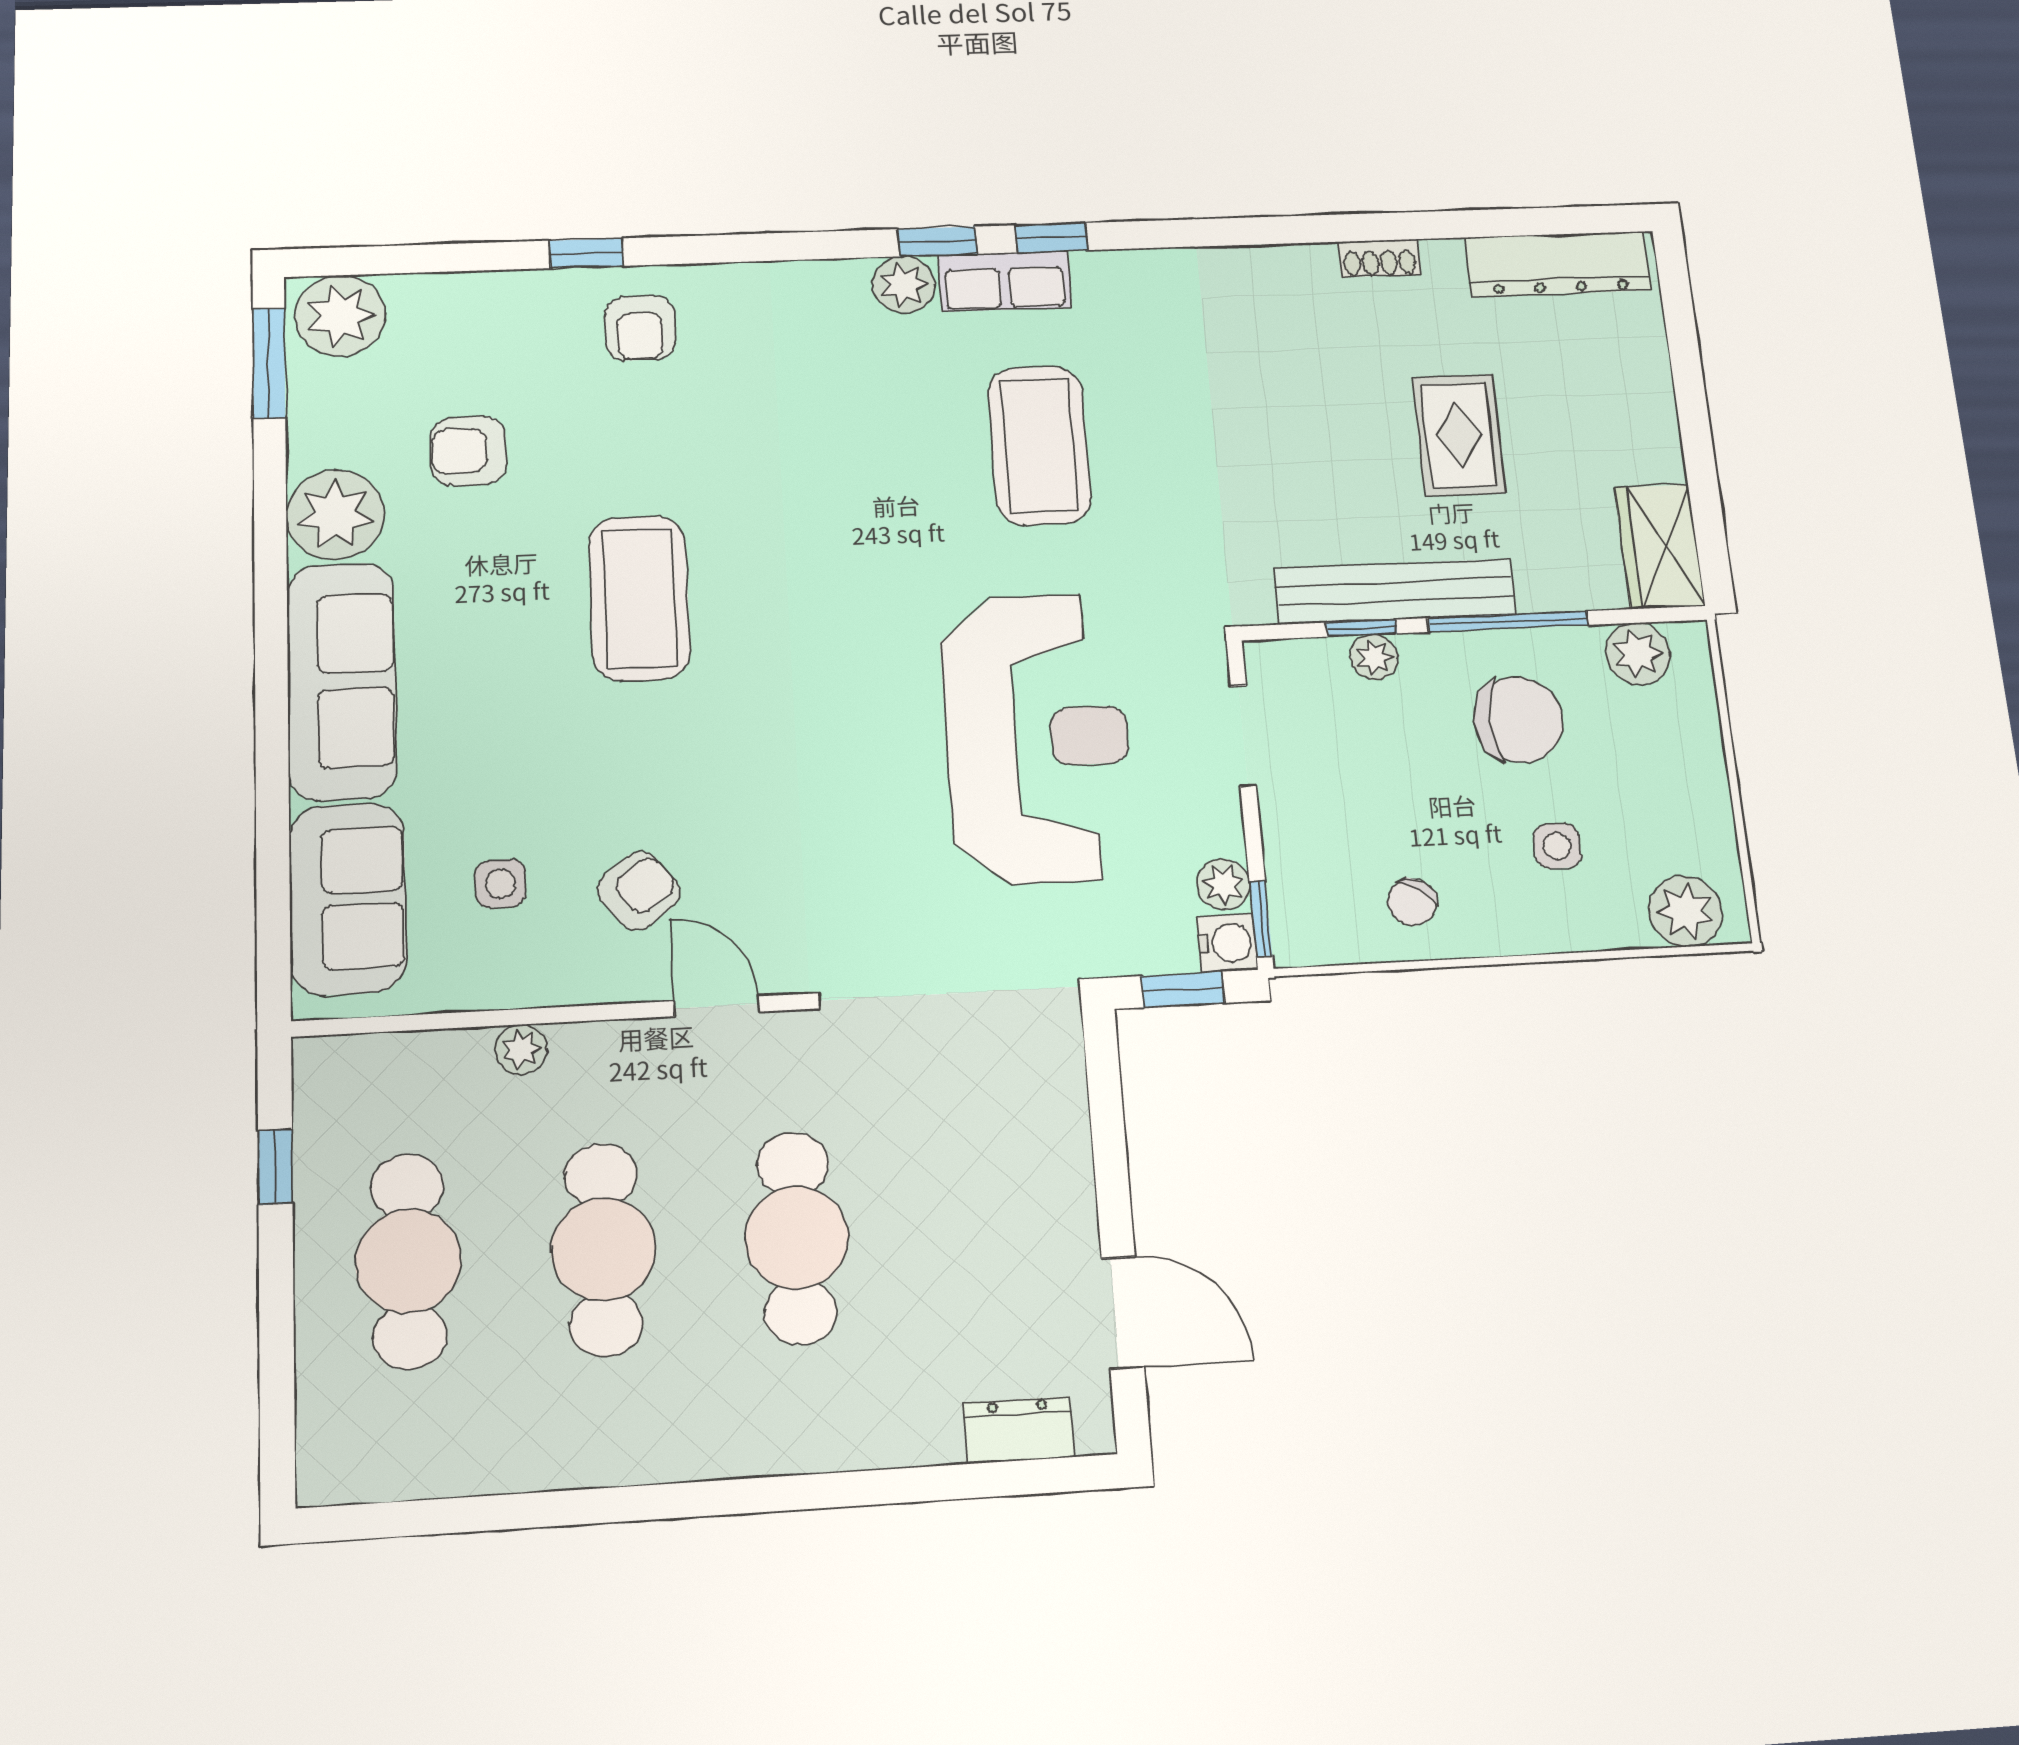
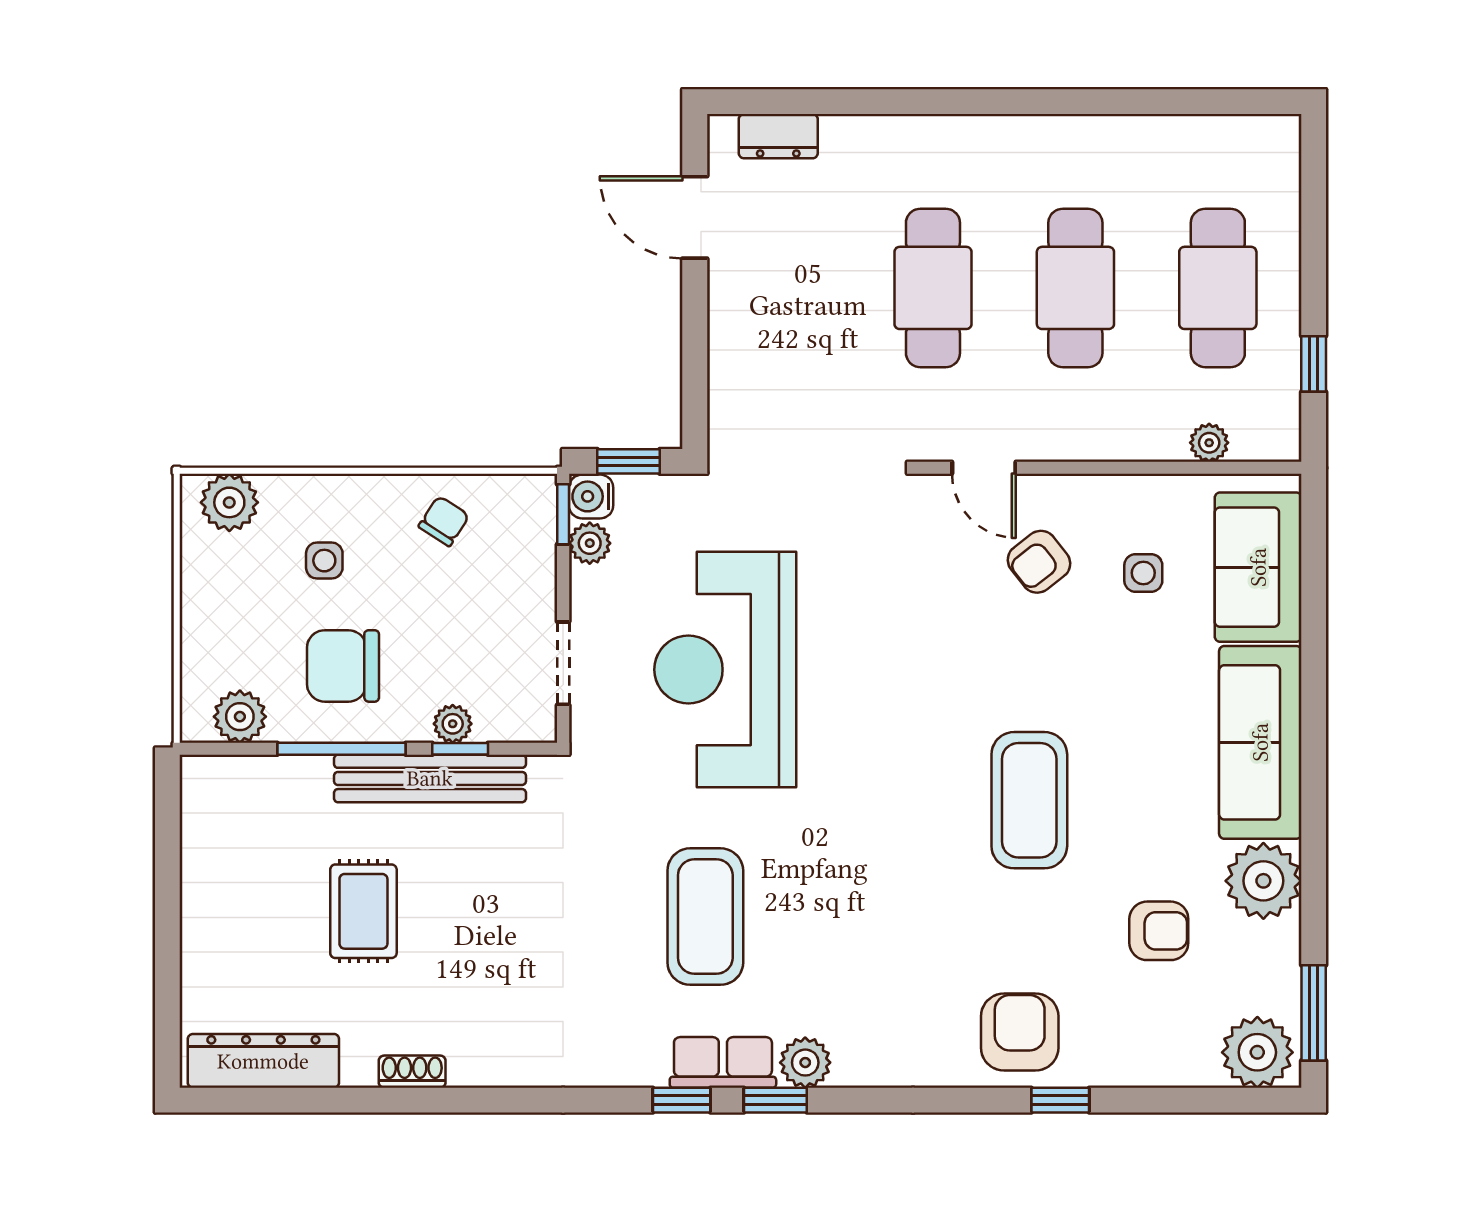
armchair: (640, 328) -> (1020, 1032), width x1.38, depth x1.38
wardrobe: (1660, 546) -> (210, 807), removed
plant: (521, 1049) -> (1209, 443), moved

